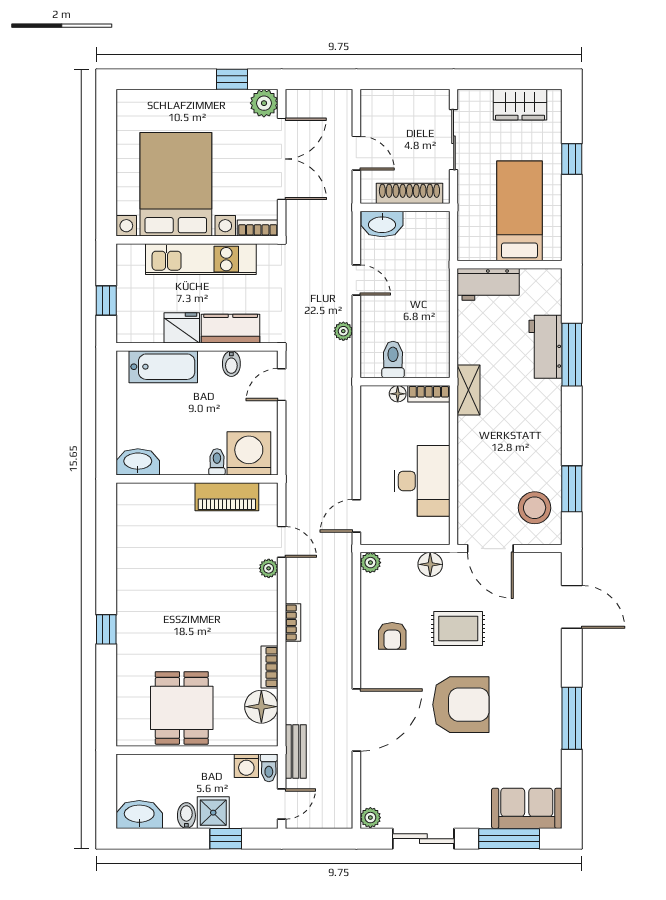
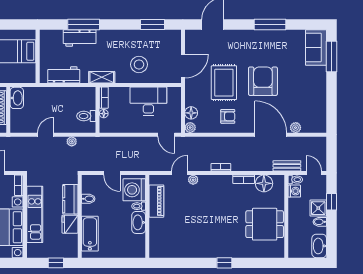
washbasin: (382, 224) -> (17, 98), moved
workbench: (488, 284) -> (64, 75), moved, turned -90
door: (282, 385) -> (112, 173), moved
washbasin: (138, 462) -> (139, 222), moved
stool: (535, 508) -> (139, 64), moved
floor lamp: (430, 564) -> (191, 113), moved
rug: (458, 629) -> (224, 83), width x1.36, depth x1.43
plant: (370, 818) -> (296, 128), moved
sliding door: (423, 839) -> (332, 100), removed

